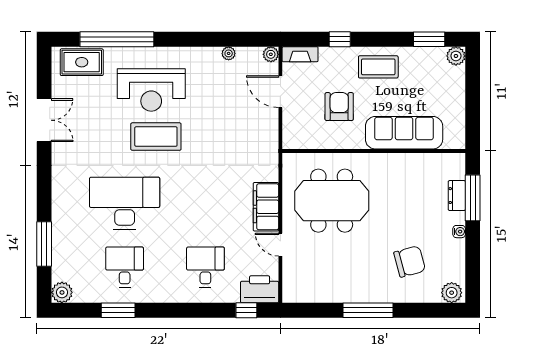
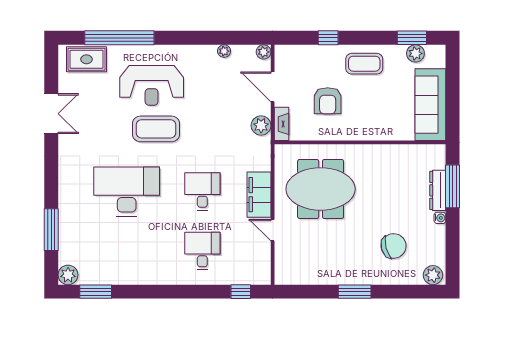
fireplace: (300, 54) -> (281, 124), moved, turned -90
plant: (456, 56) -> (415, 53), moved
armchair: (339, 107) -> (328, 101), turned 180
plant: (268, 133) -> (261, 126), added
sofa: (404, 133) -> (430, 105), moved, turned -90
dresser: (457, 196) -> (438, 190), width x1.44
desk: (125, 267) -> (202, 191), moved
printer: (260, 289) -> (253, 272), removed
window: (118, 310) -> (96, 292), moved
window: (368, 310) -> (355, 292), width x0.69

